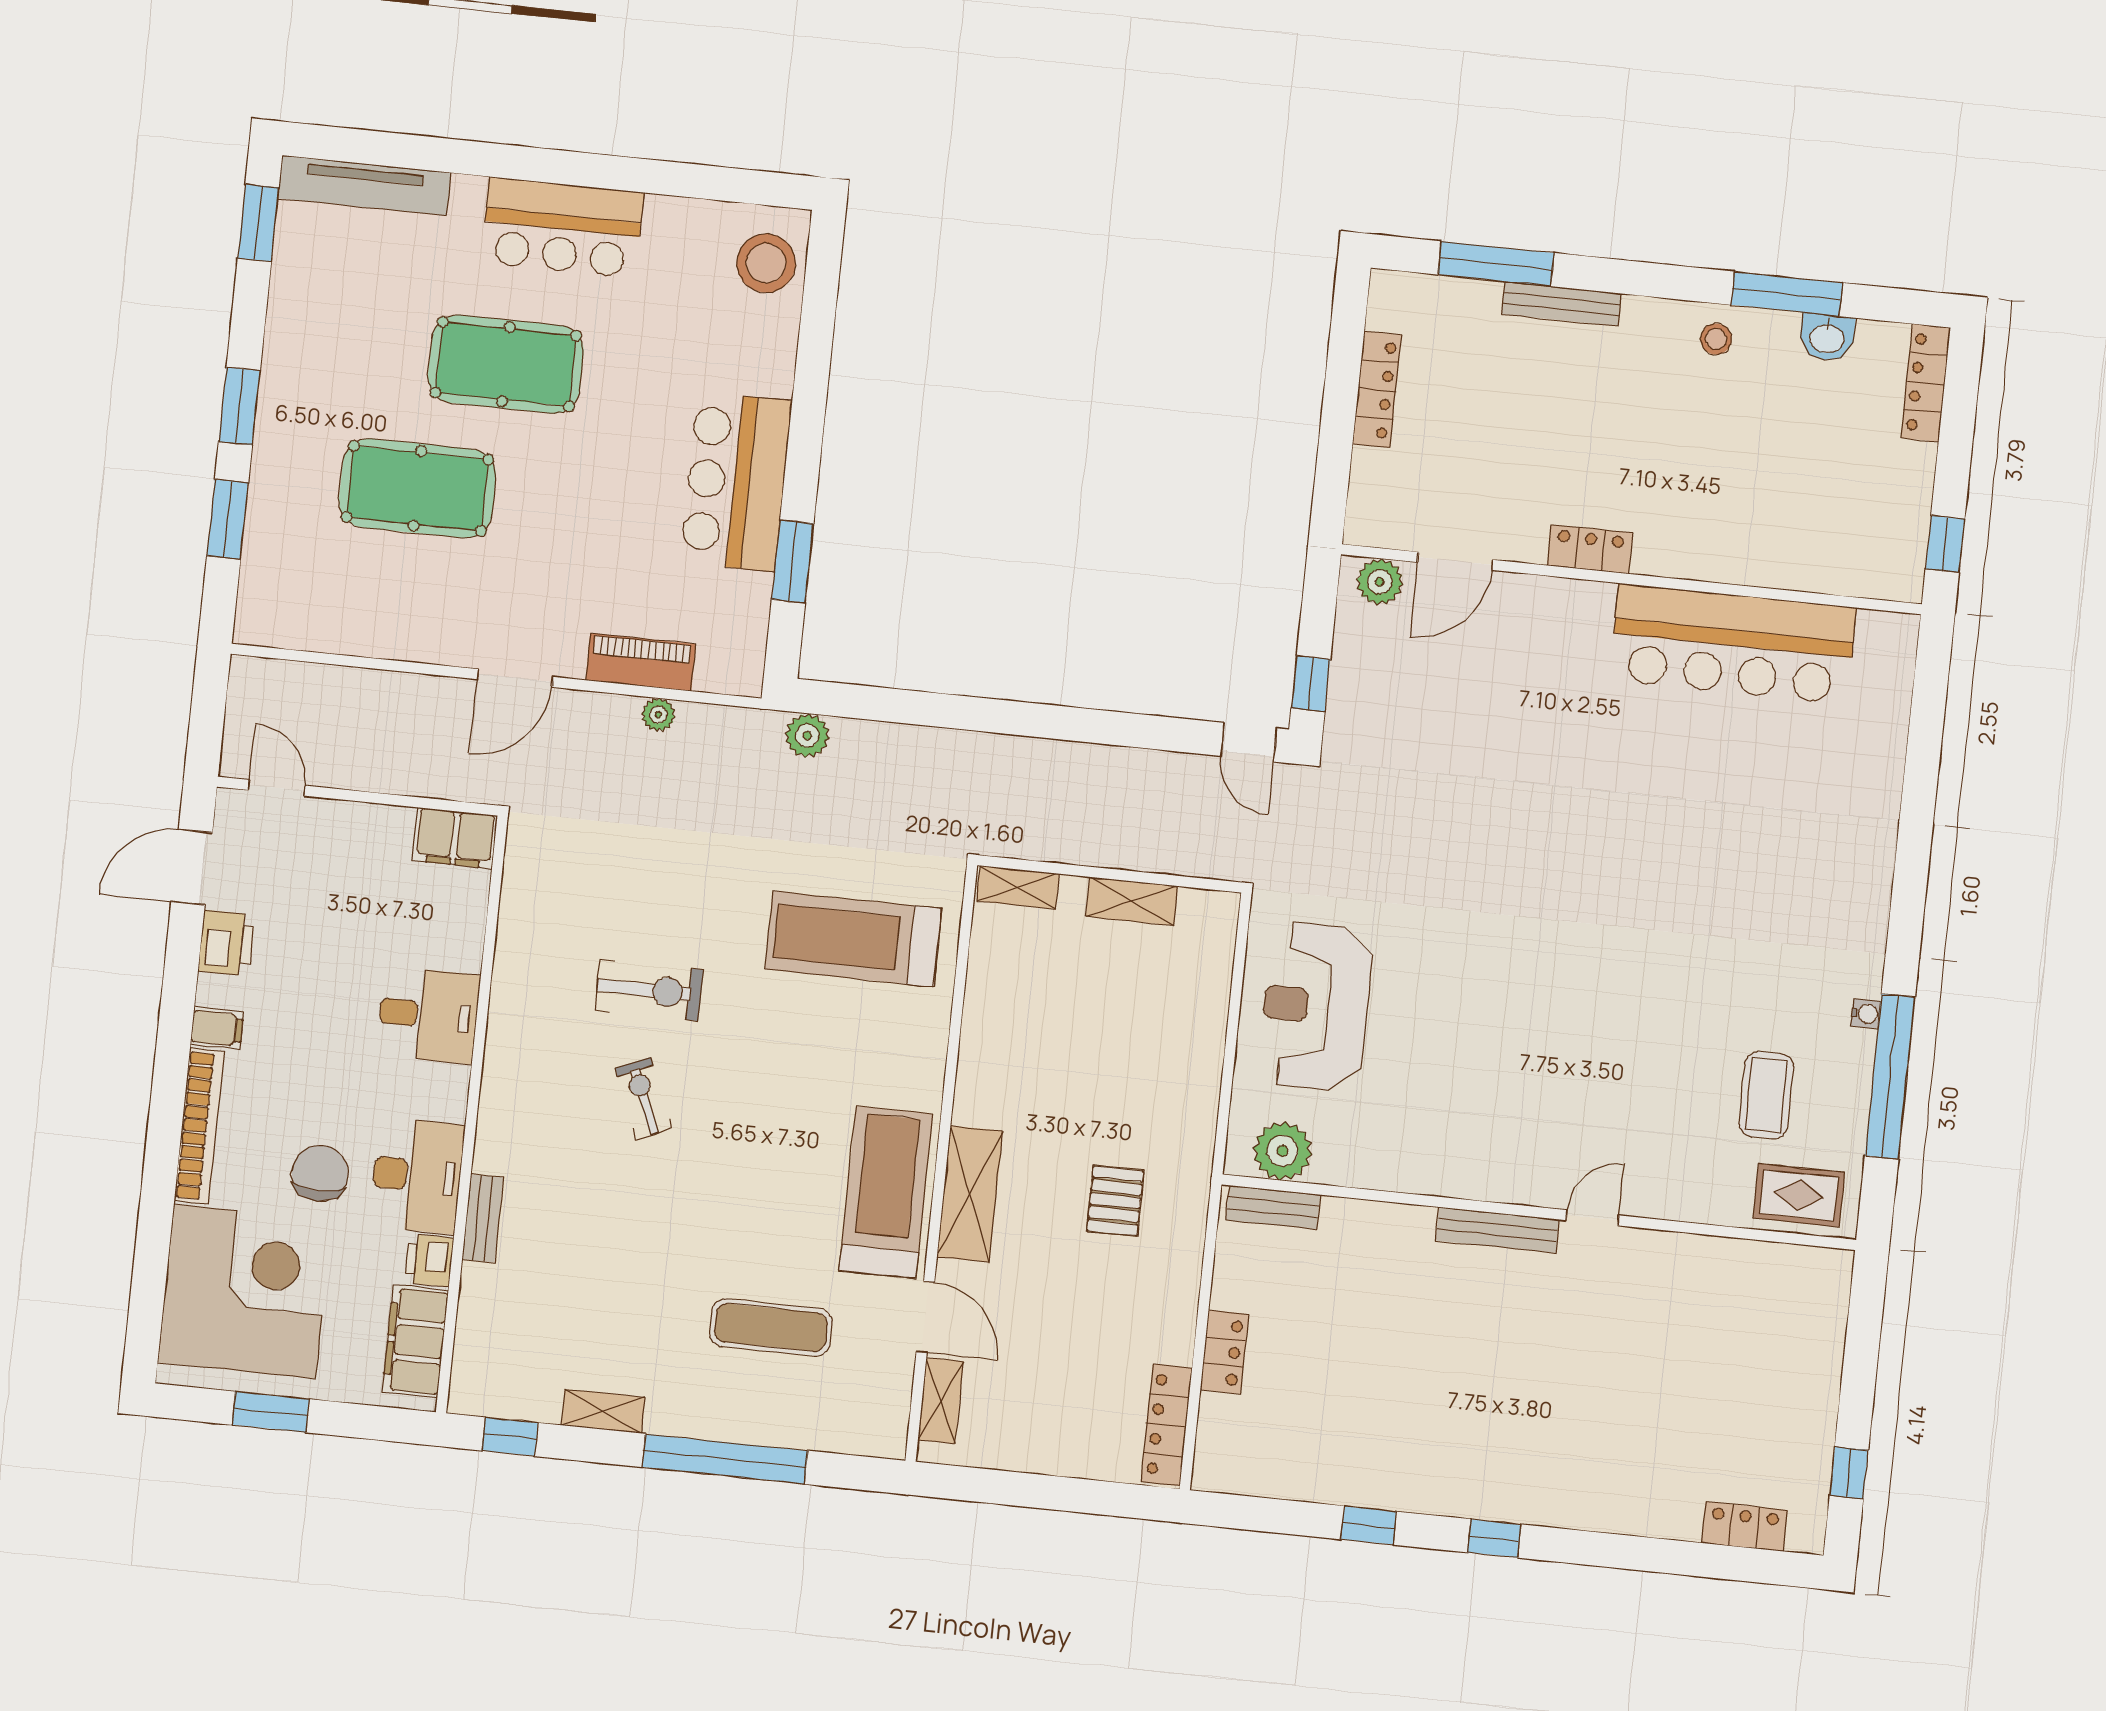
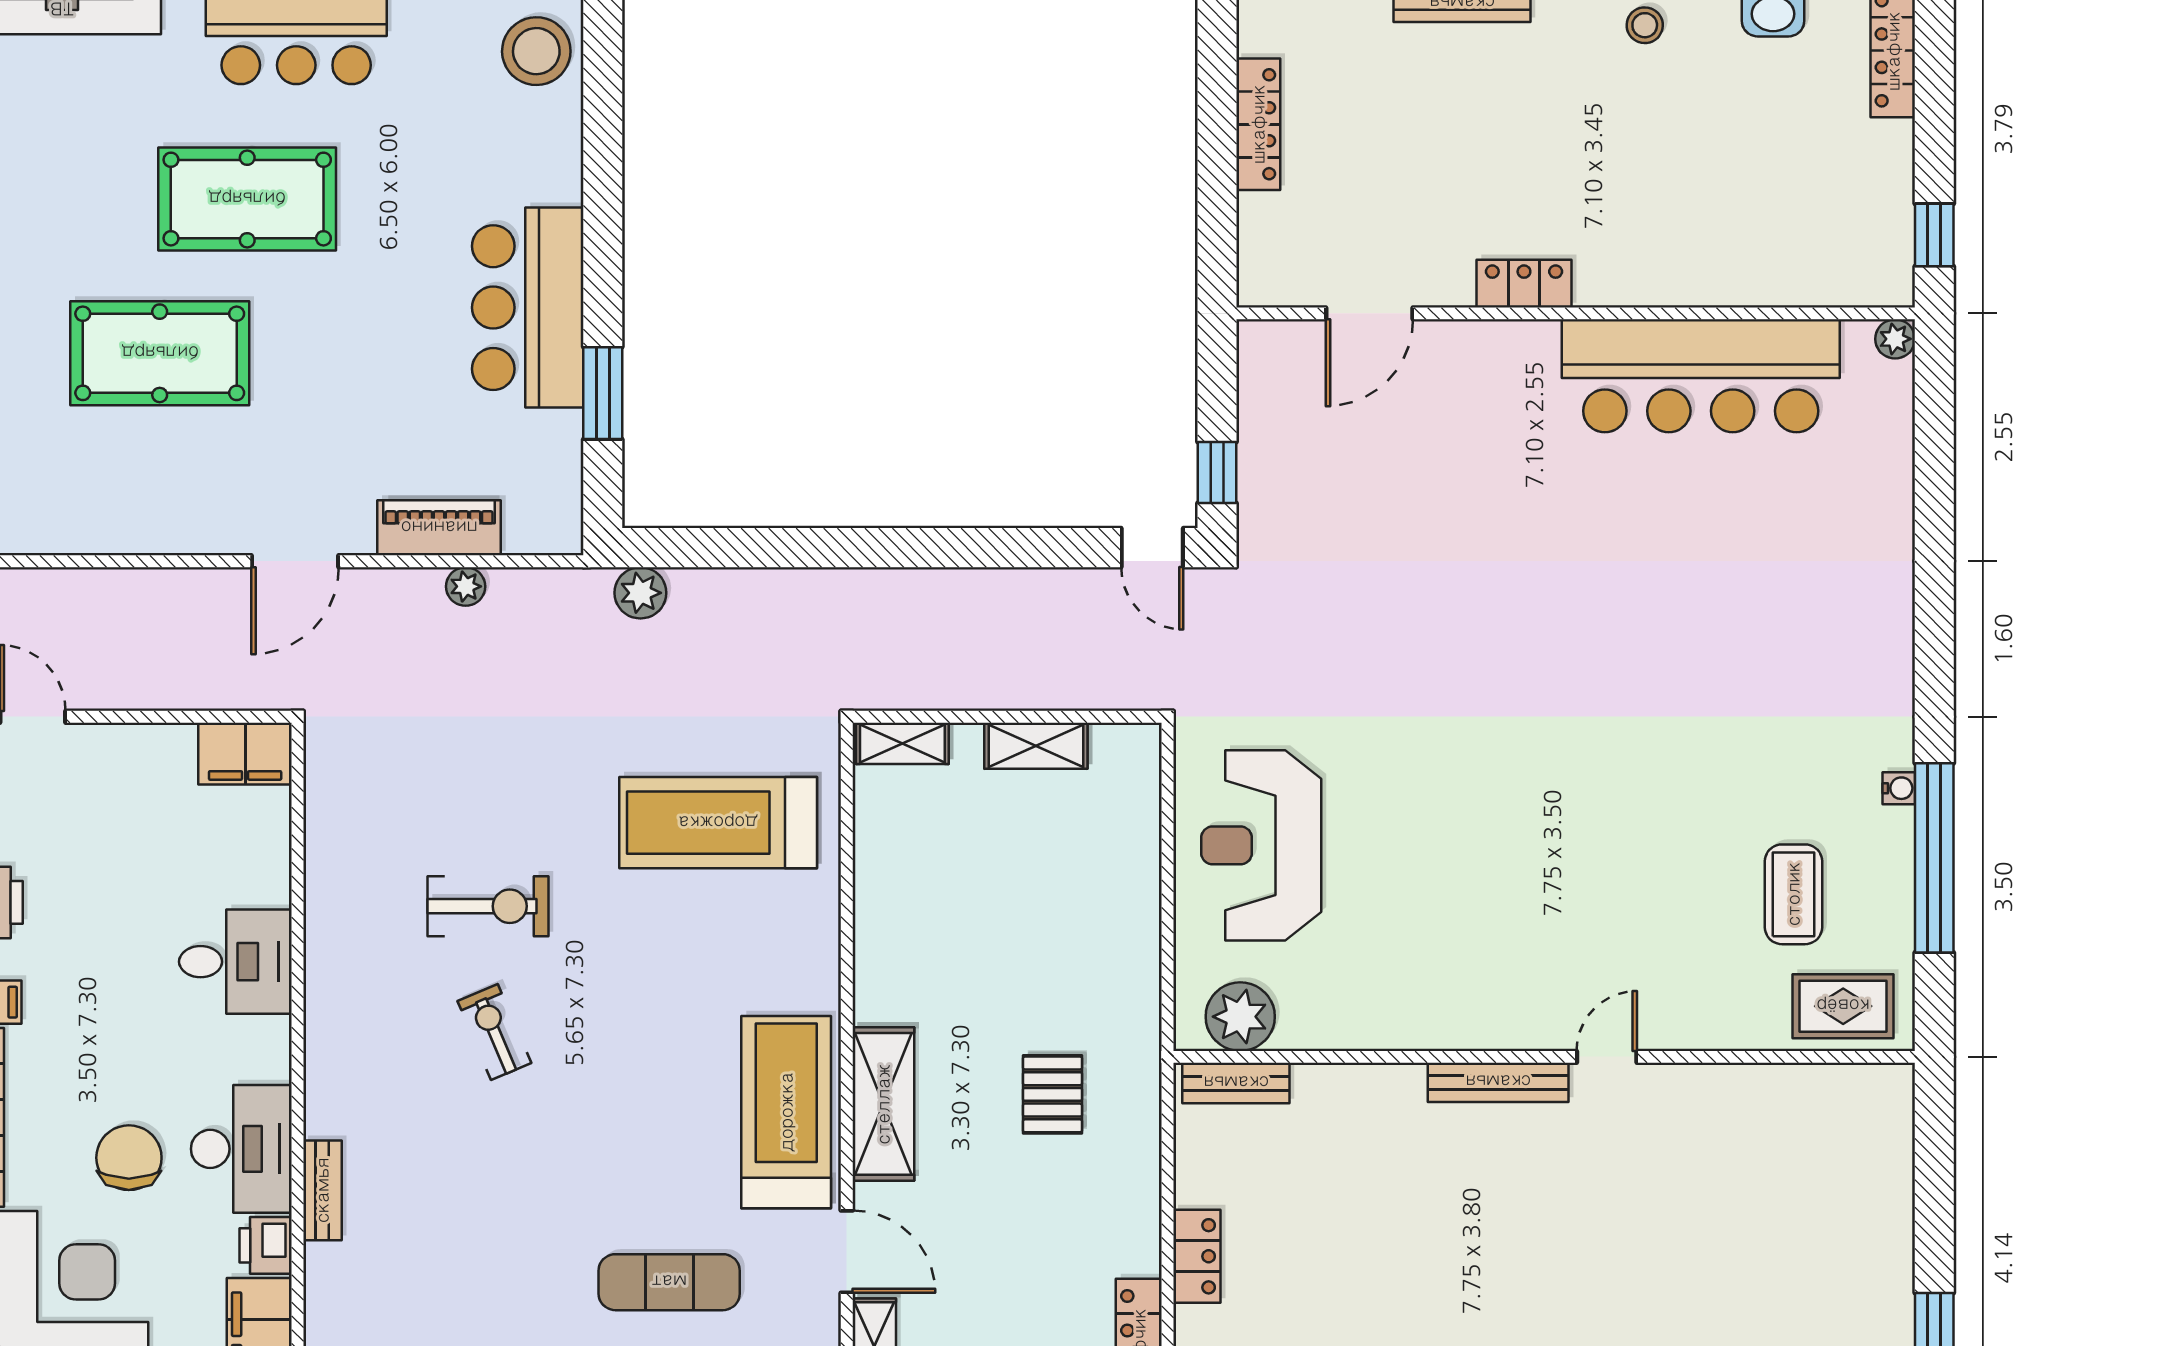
plant: (1380, 582) -> (1895, 339), moved, width x0.73, depth x0.73

